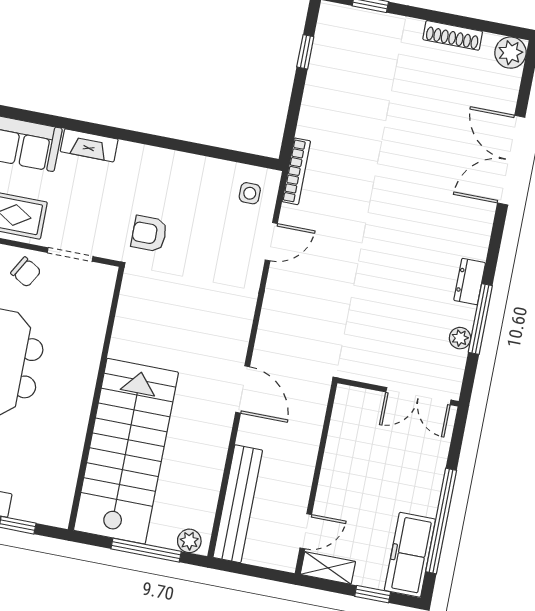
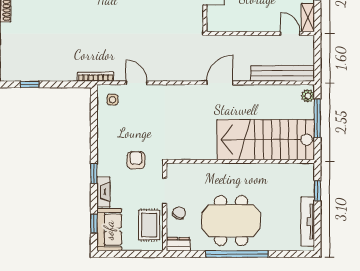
window: (37, 118) -> (94, 223), added
window: (125, 135) -> (94, 174), added
armchair: (149, 234) -> (136, 160), moved, turned 180

